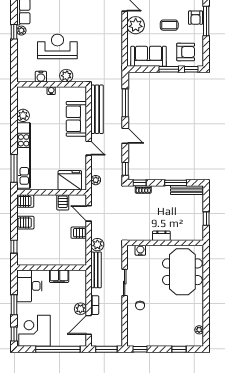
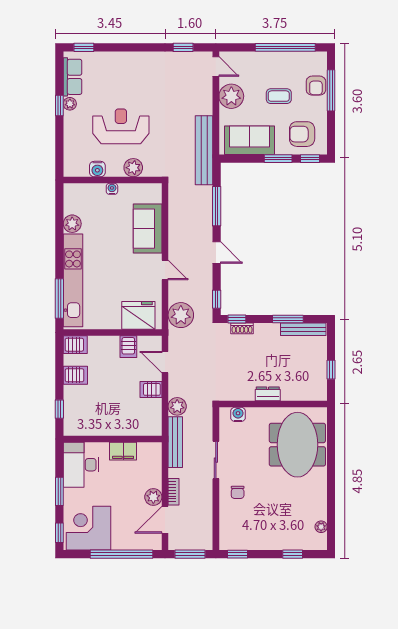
armchair: (186, 52) -> (302, 134), turned 180
bench: (97, 109) -> (204, 150), moved
plant: (96, 180) -> (181, 315), width x1.87, depth x1.87

